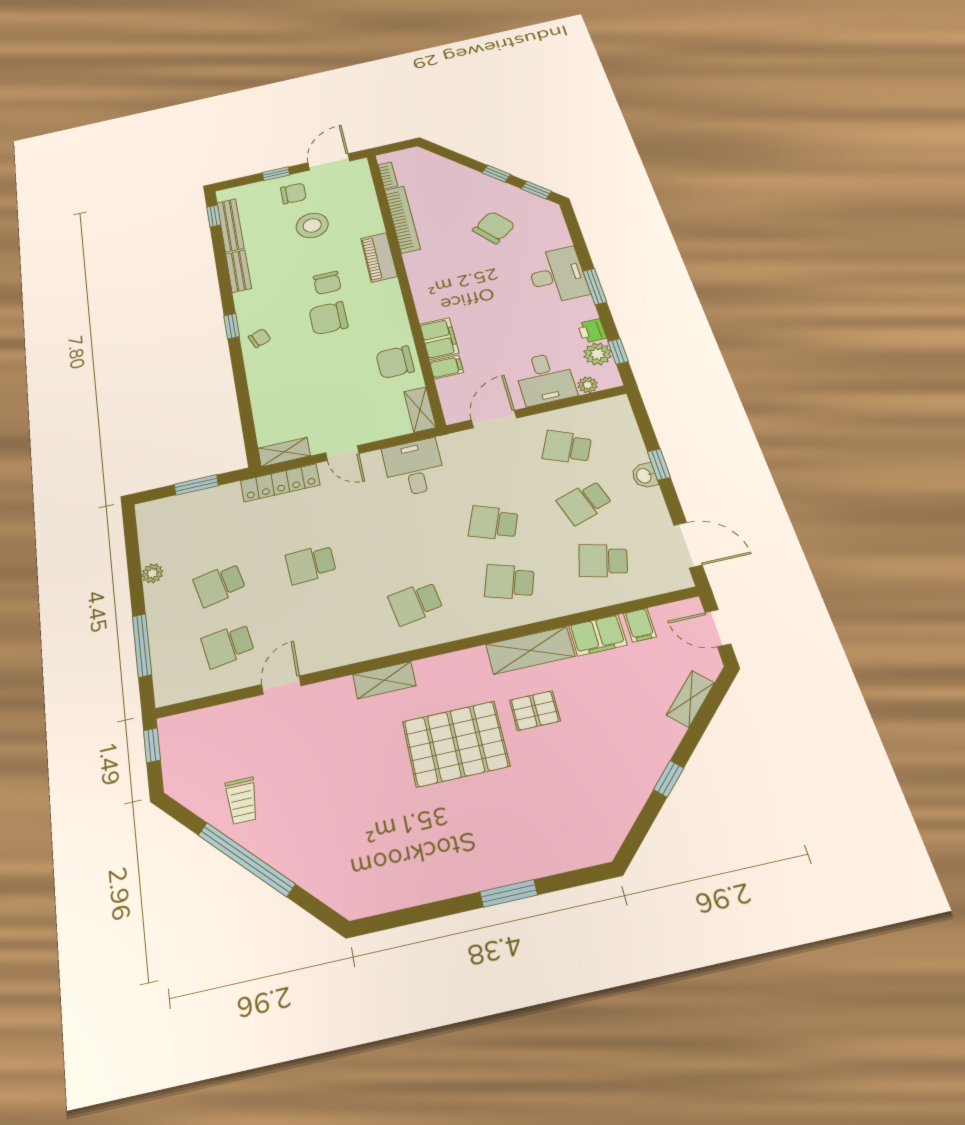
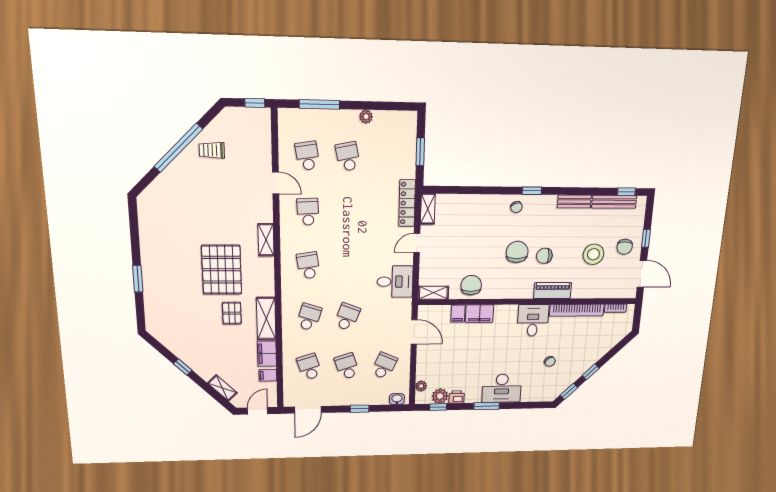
chair: (494, 227) -> (550, 361), width x0.54, depth x0.54
desk: (545, 378) -> (533, 320), moved, turned 90
washbasin: (644, 476) -> (397, 399), moved
school desk: (603, 561) -> (309, 367), turned -33
school desk: (311, 564) -> (308, 212), moved

